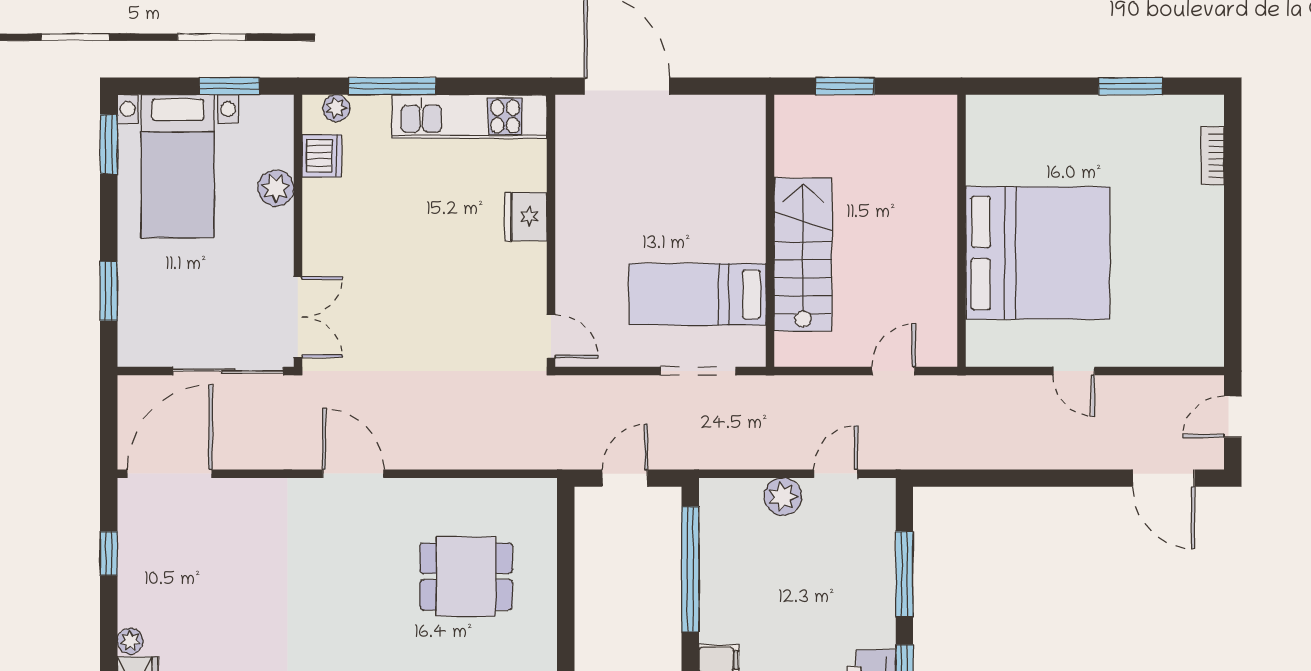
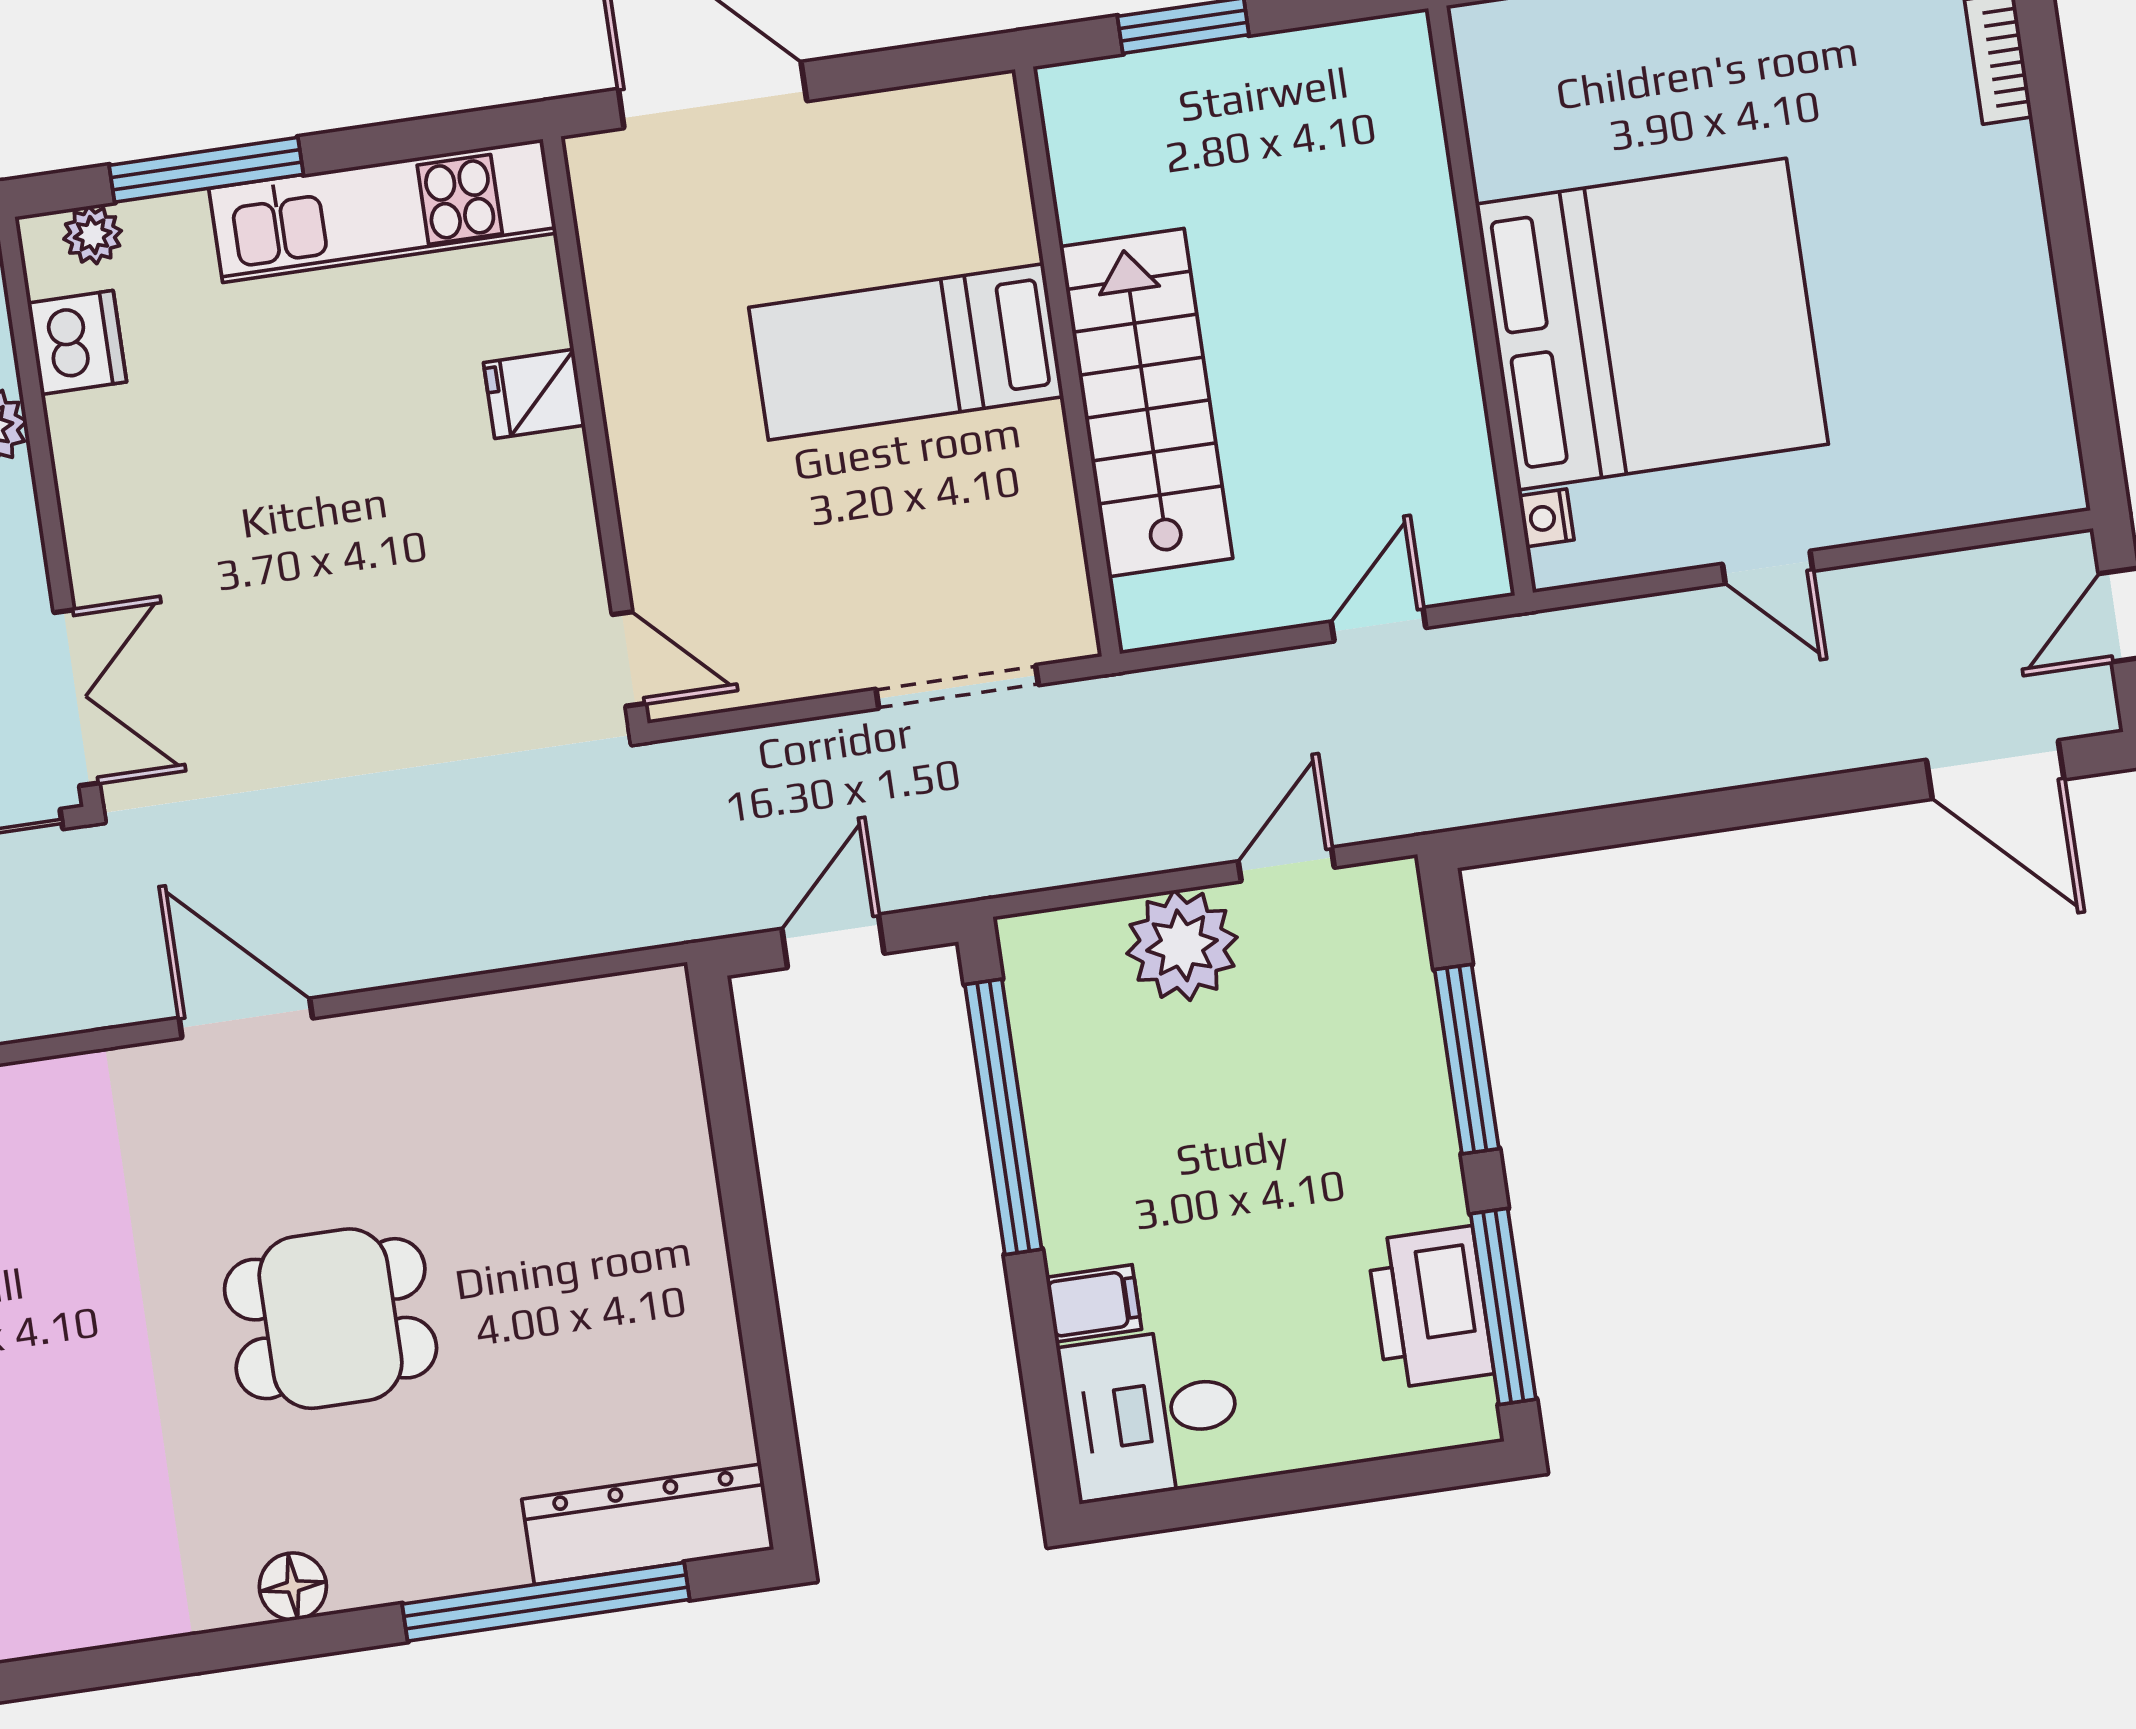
fridge: (526, 217) -> (534, 394), width x0.72
bed: (697, 294) -> (906, 352), moved
nightstand: (977, 334) -> (1546, 518), added
plant: (783, 497) -> (1182, 945), width x1.36, depth x1.36
dining table: (466, 576) -> (331, 1319), moved

